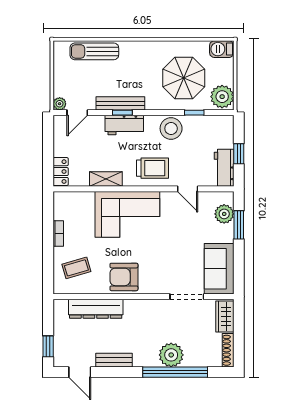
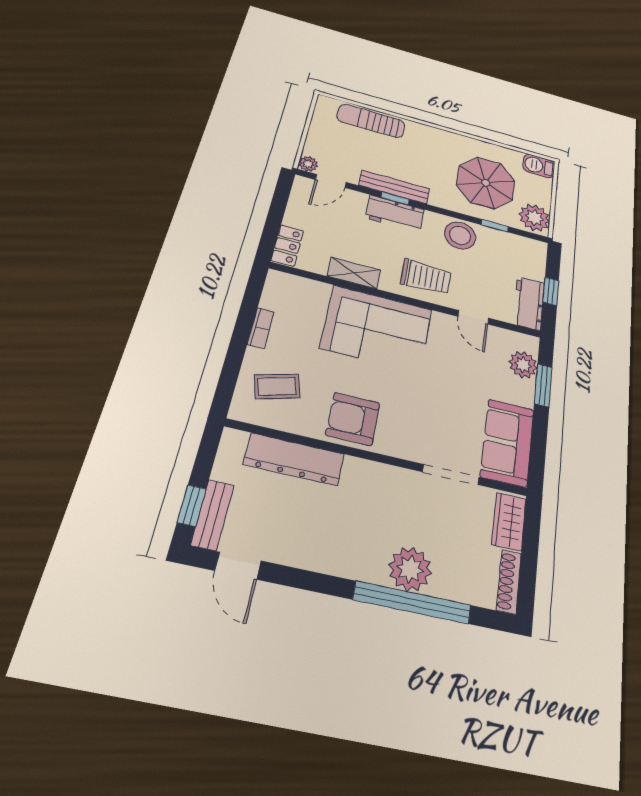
bench: (114, 360) -> (212, 515), moved, turned 90

